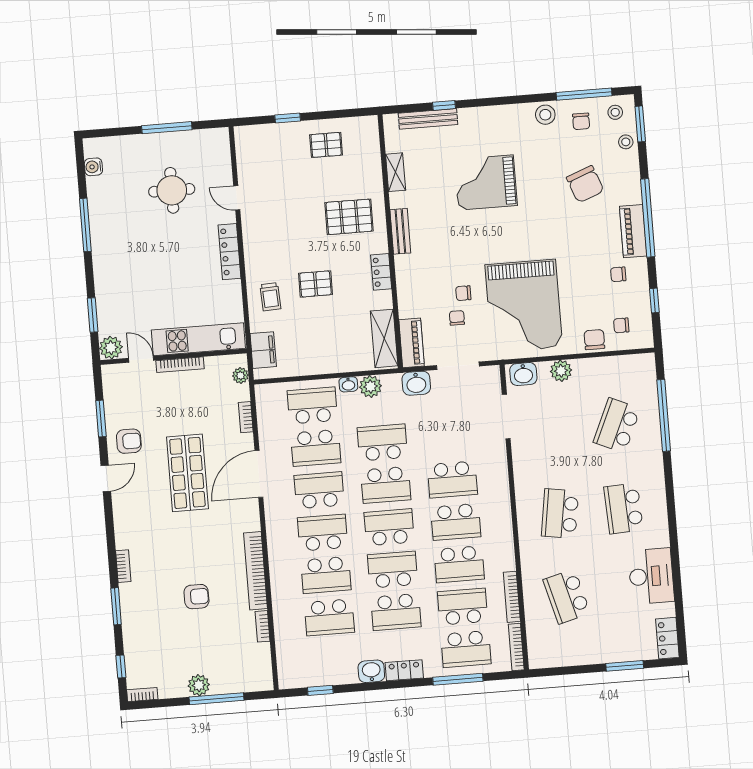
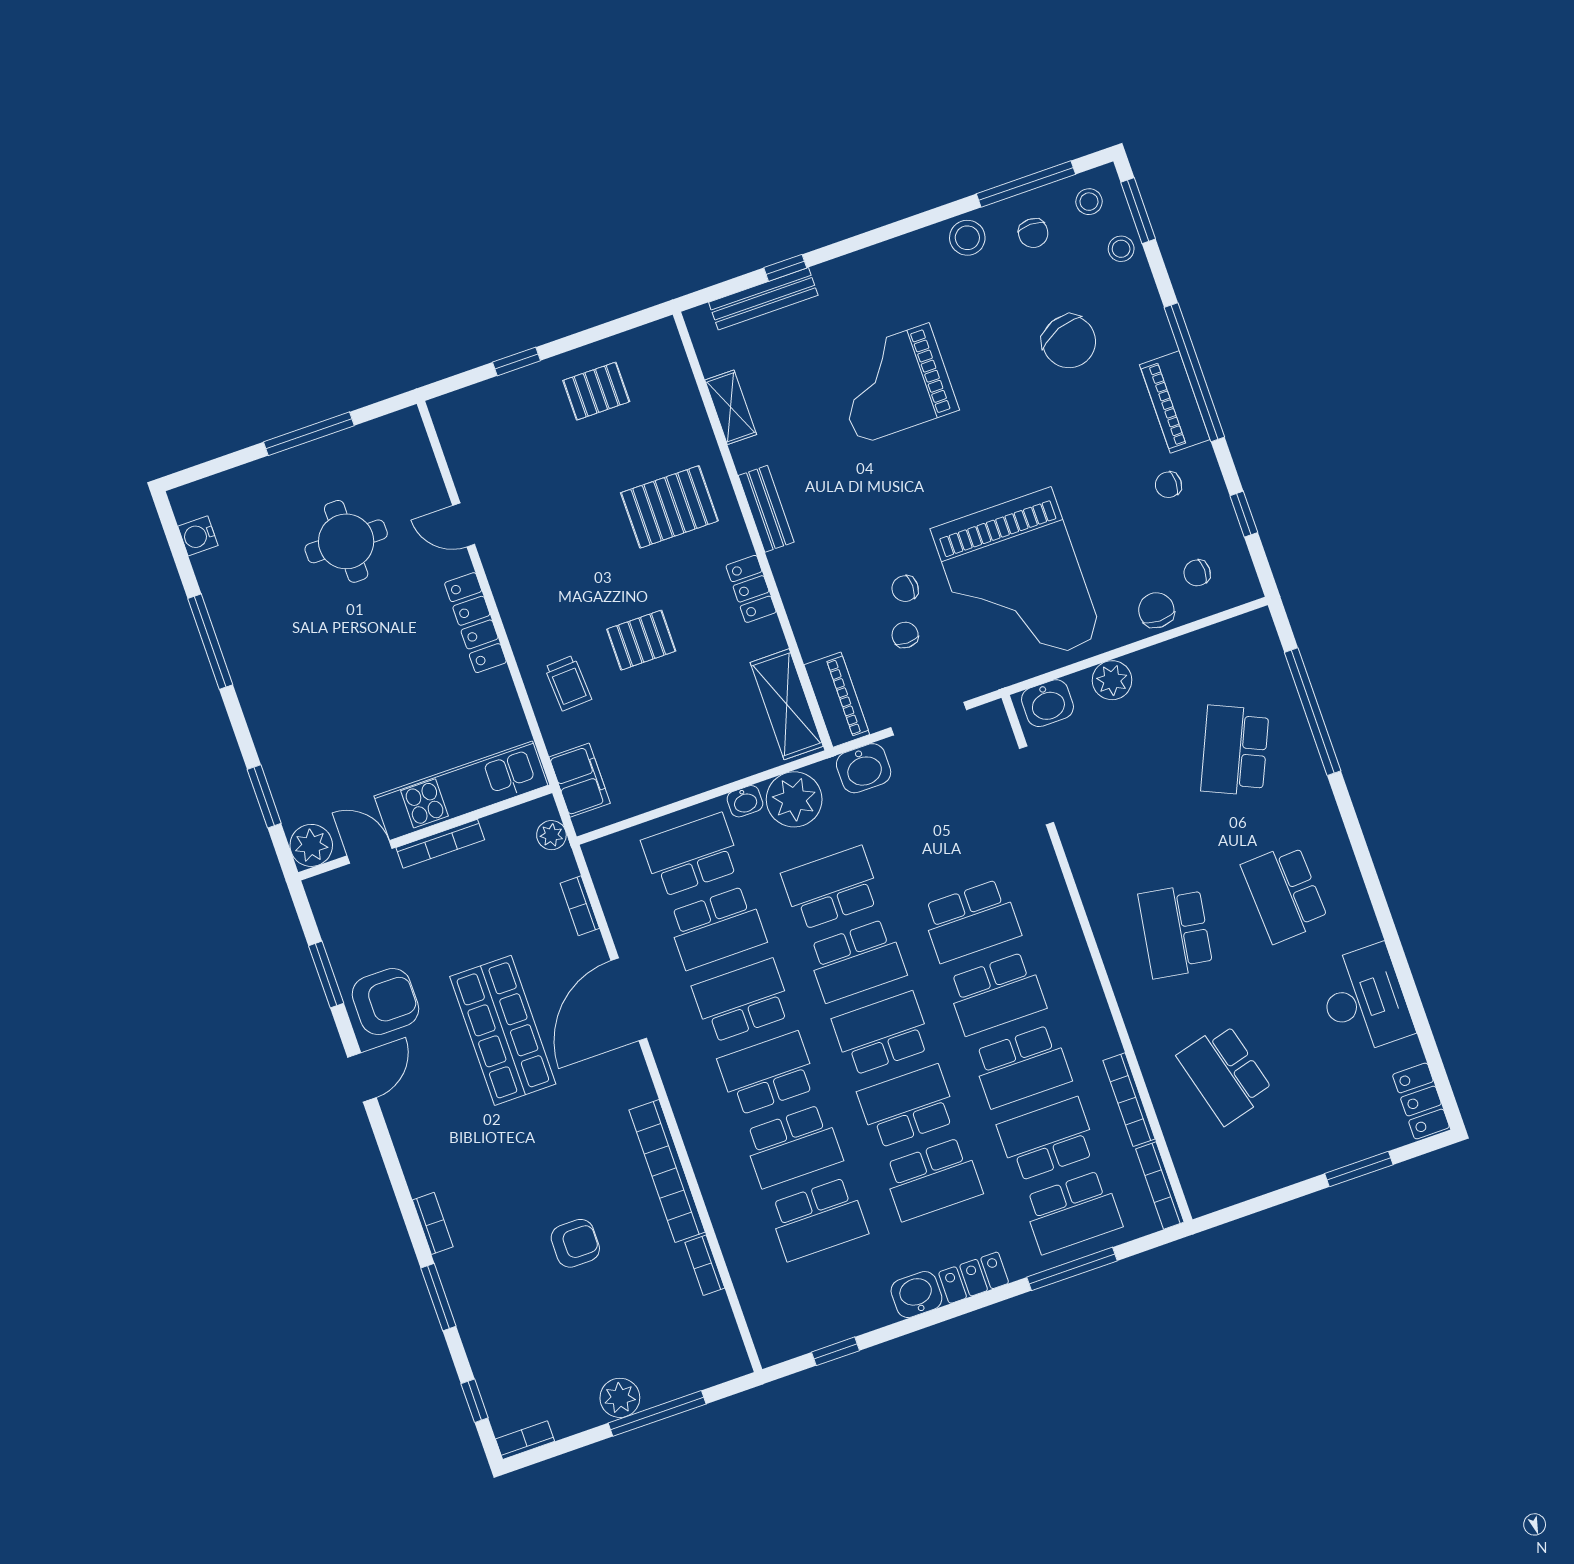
plant: (370, 386) -> (794, 799), width x1.36, depth x1.36
armchair: (129, 441) -> (385, 1001), width x1.38, depth x1.38

